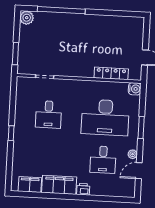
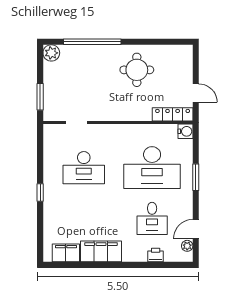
round table: (97, 36) -> (137, 70), added
locker: (111, 73) -> (173, 114), moved
desk: (49, 114) -> (84, 168), width x1.37
plant: (133, 154) -> (187, 246), moved
printer: (83, 189) -> (156, 255), moved

